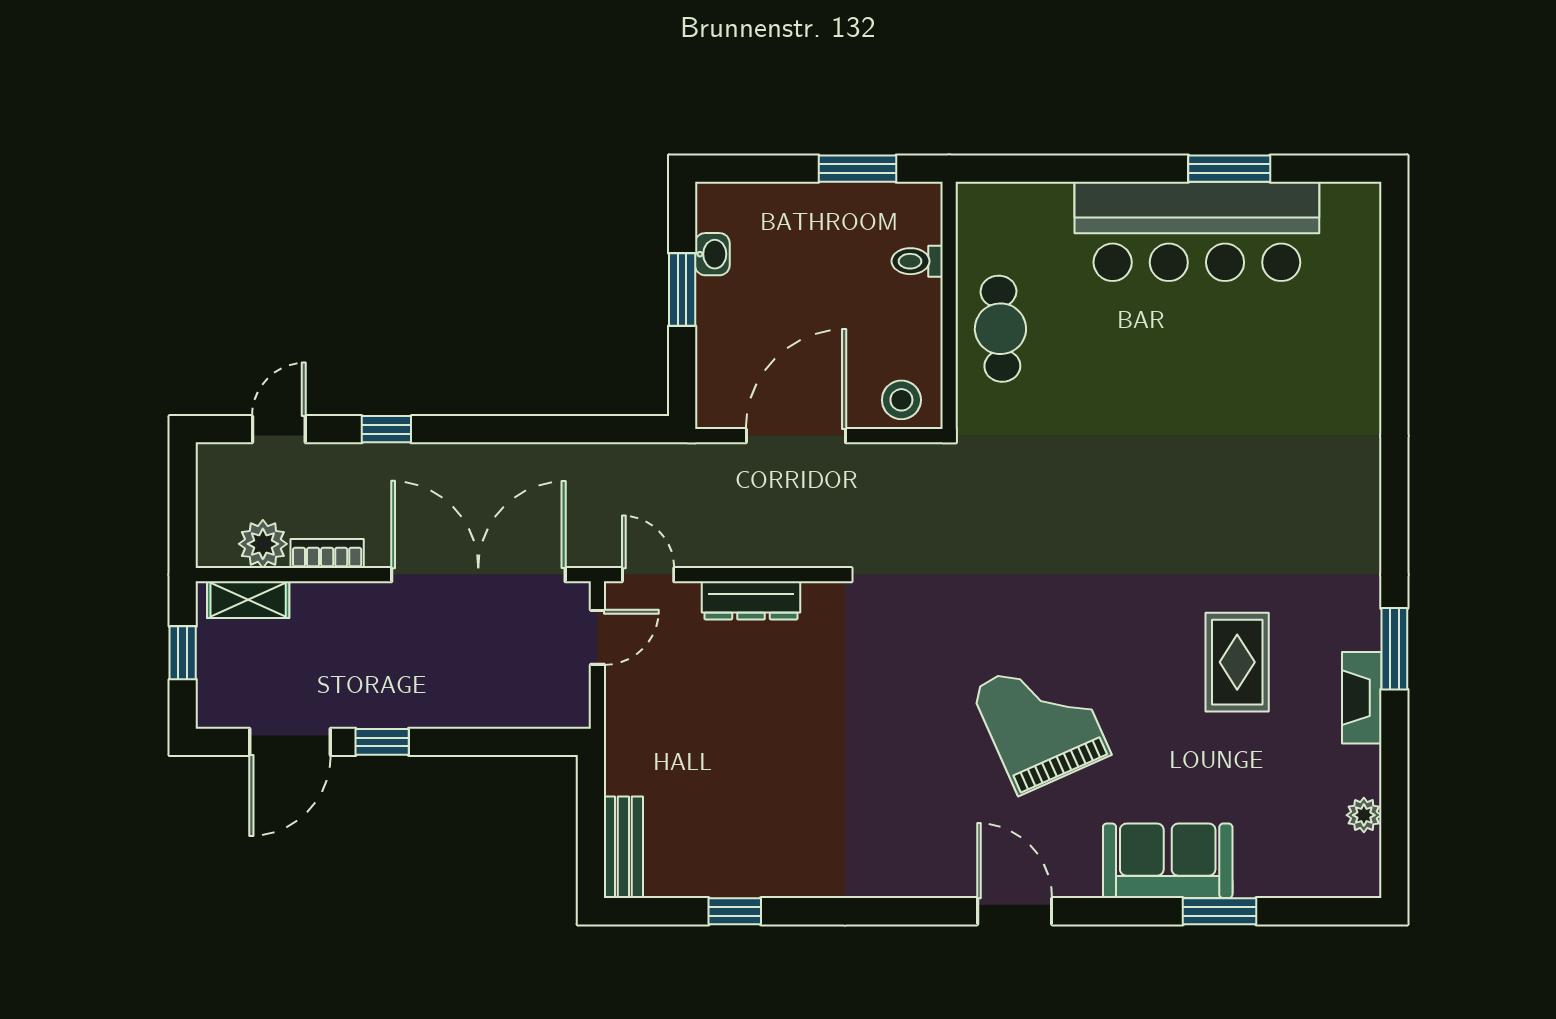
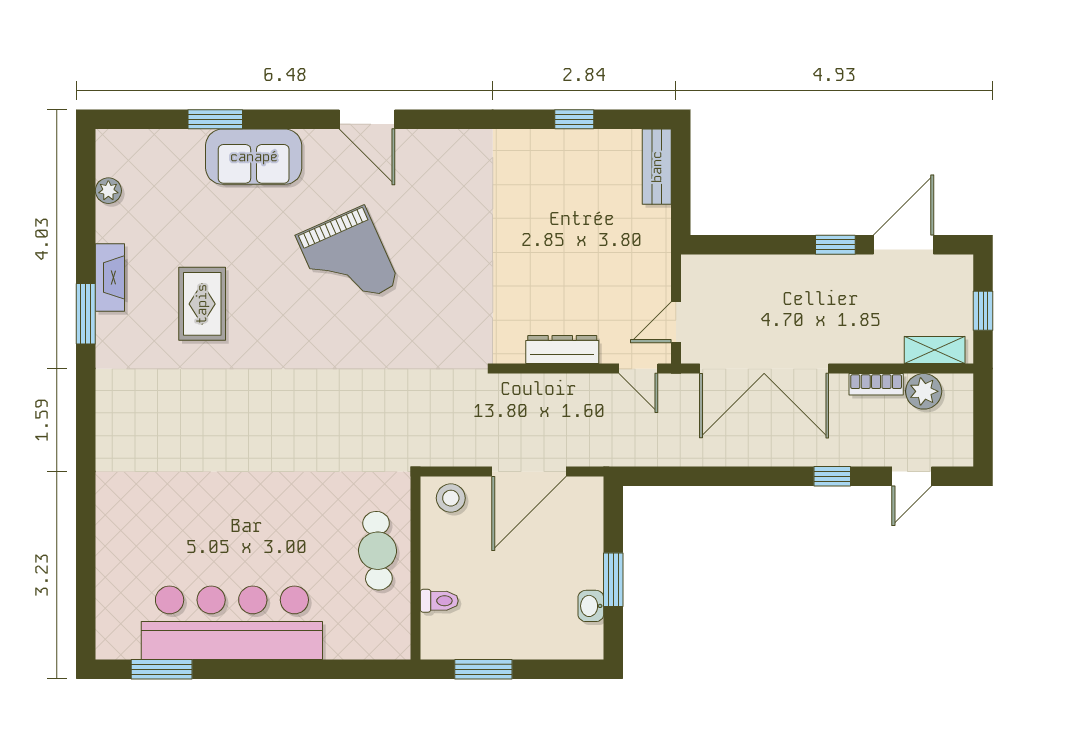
window: (1229, 169) -> (162, 669), moved

